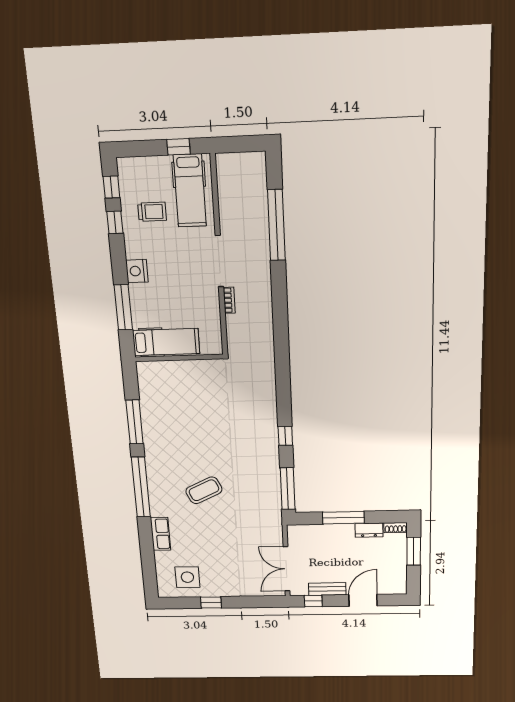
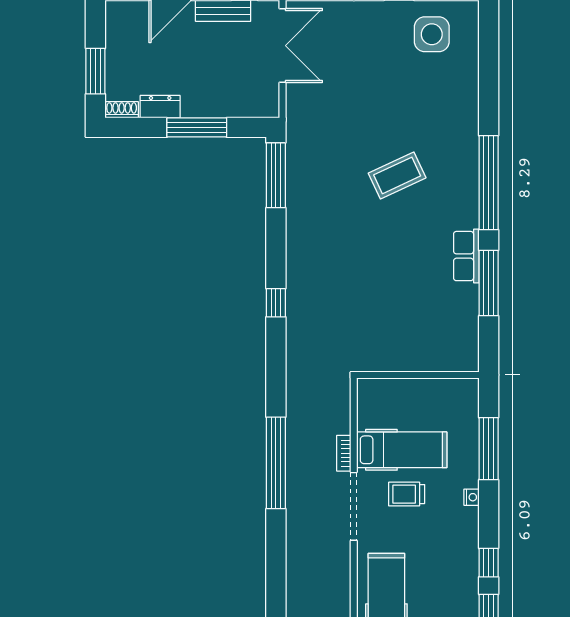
trolley: (152, 212) -> (407, 494), moved
window: (276, 225) -> (276, 463), moved
nightstand: (137, 271) -> (472, 497), width x0.53, depth x0.56
hospital bed: (166, 342) -> (402, 450), moved, turned 180
window: (285, 436) -> (276, 303), moved
row of seats: (160, 534) -> (466, 256), moved

